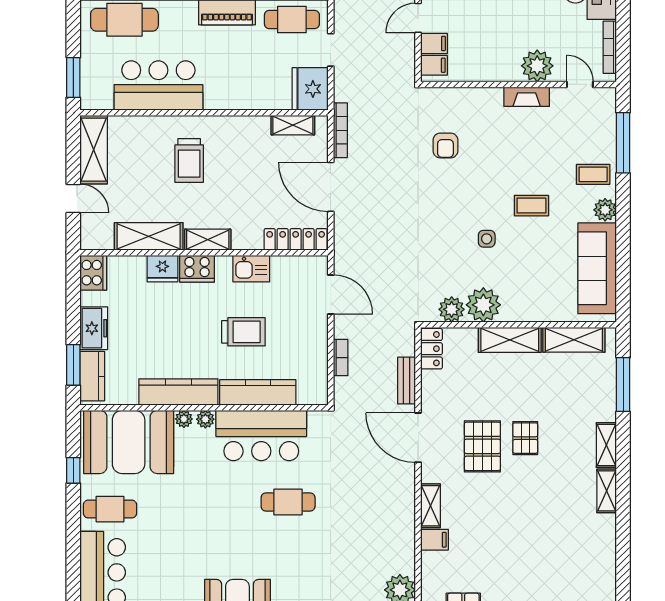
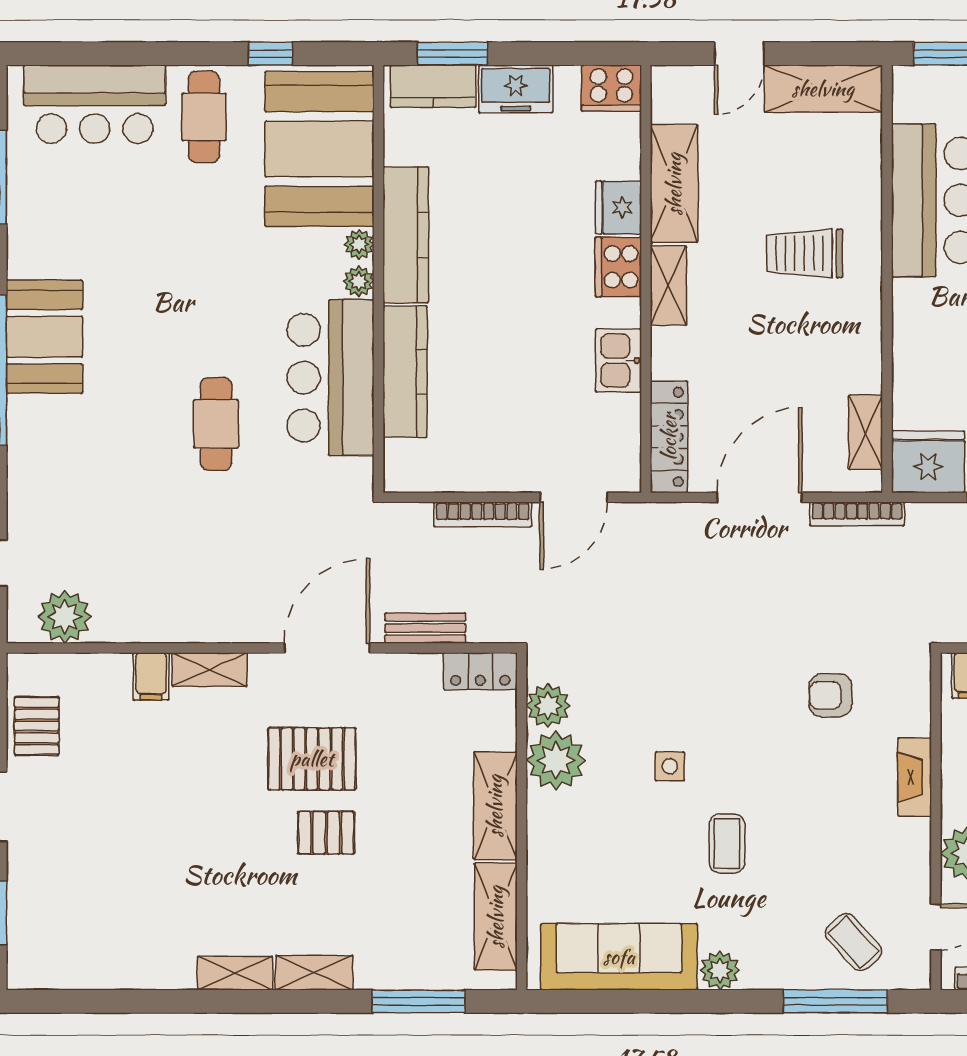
fireplace: (527, 97) -> (915, 777), moved
coffee table: (593, 174) -> (853, 942), moved, turned -42
trolley: (243, 332) -> (509, 347), removed
bookcase: (341, 358) -> (483, 514), width x1.56

